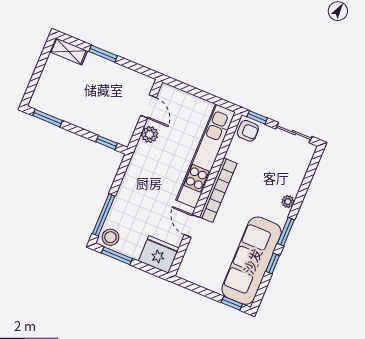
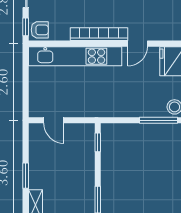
door: (148, 107) -> (54, 120), swing flipped
armchair: (248, 131) -> (40, 30), turned 90
plant: (150, 134) -> (76, 110), removed

